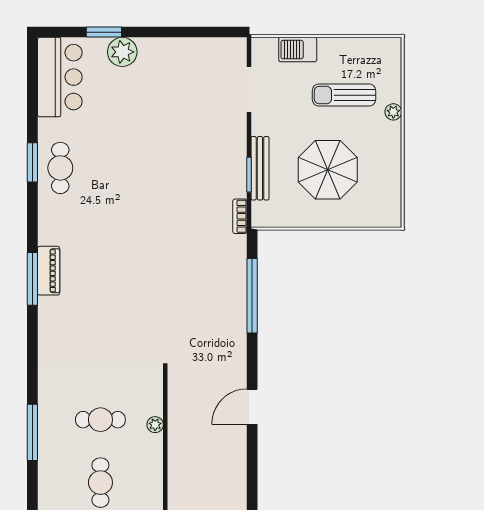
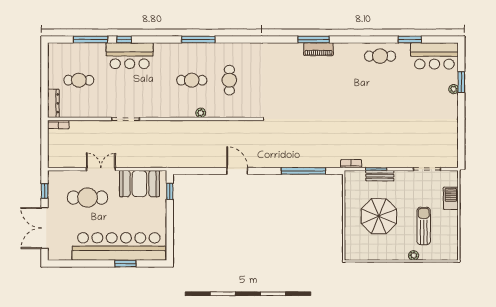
plant: (122, 52) -> (454, 89), width x0.53, depth x0.53
window: (32, 162) -> (410, 39), moved
bench: (260, 168) -> (380, 176), width x0.73
plant: (155, 425) -> (201, 113), moved
window: (32, 432) -> (198, 39), moved

